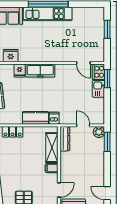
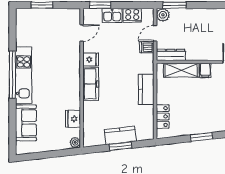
fridge: (20, 71) -> (91, 59), moved
cooker: (98, 72) -> (132, 15), moved
dishwasher: (54, 118) -> (147, 47), moved

